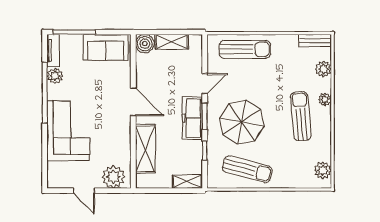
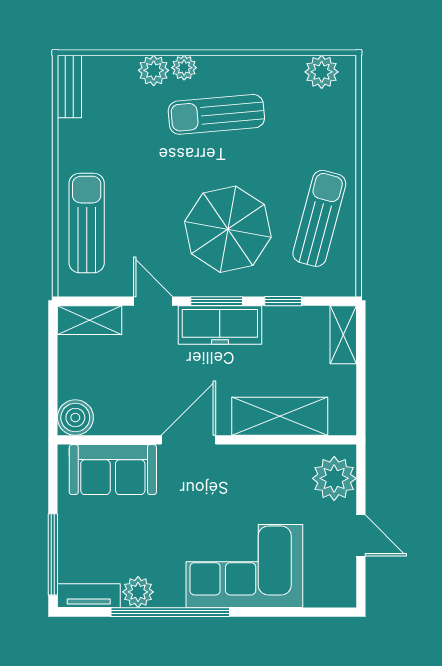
shelving: (172, 42) -> (90, 320), moved, turned 90
sofa: (106, 47) -> (113, 470), moved, turned 90
plant: (323, 69) -> (154, 70), moved
door: (84, 191) -> (361, 536), hinge flipped

